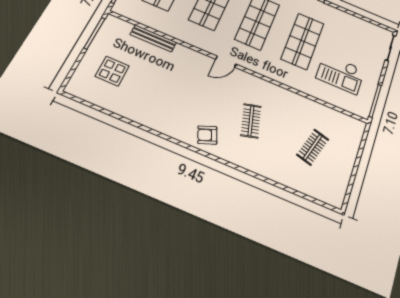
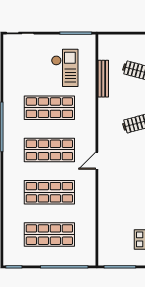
bench: (153, 38) -> (103, 79), moved
door: (226, 62) -> (97, 161), swing flipped

